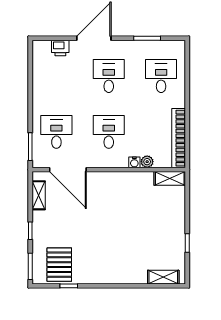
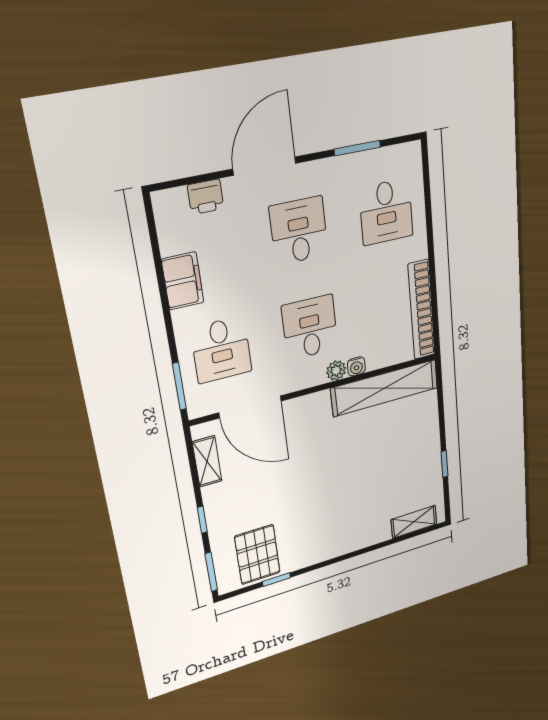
desk: (161, 76) -> (386, 212), turned 180
filing cabinet: (41, 89) -> (183, 281), added
desk: (56, 132) -> (221, 350), turned 180
plant: (147, 162) -> (336, 371), moved
shelving: (170, 178) -> (385, 388), width x2.20, depth x1.33

